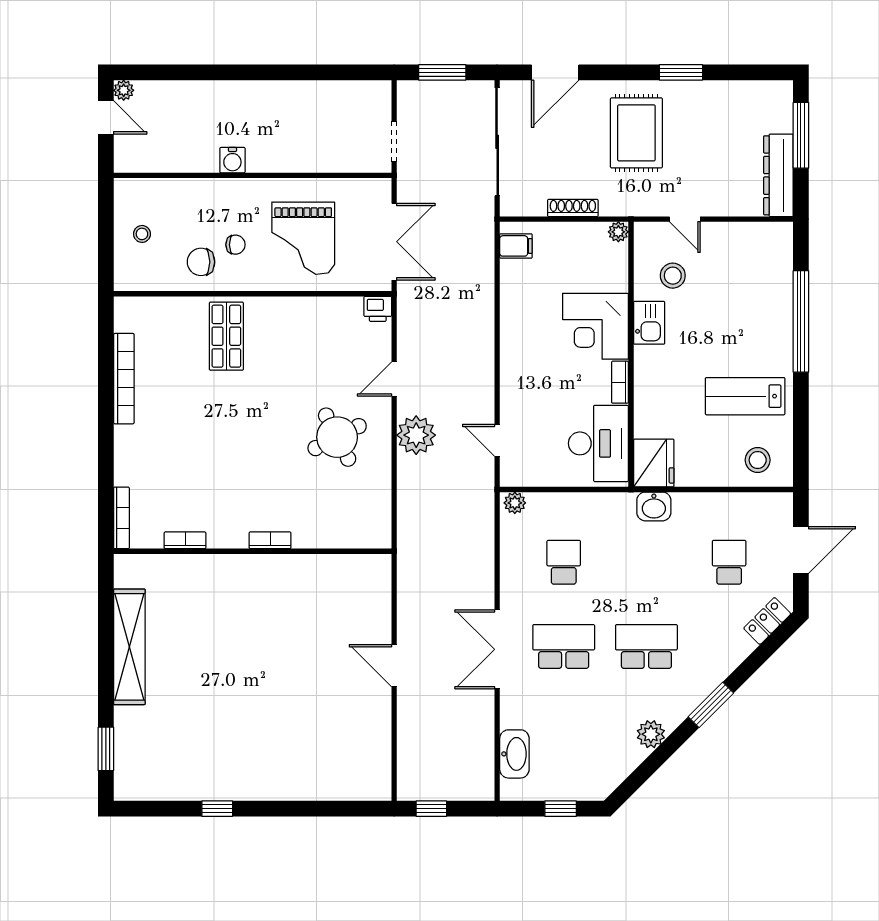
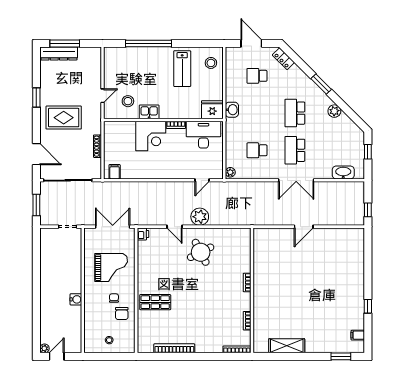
dresser: (778, 175) -> (59, 54), moved
plant: (618, 232) -> (108, 126), removed
shelving: (129, 647) -> (287, 346), width x0.68
filing cabinet: (153, 786) -> (358, 335), added

